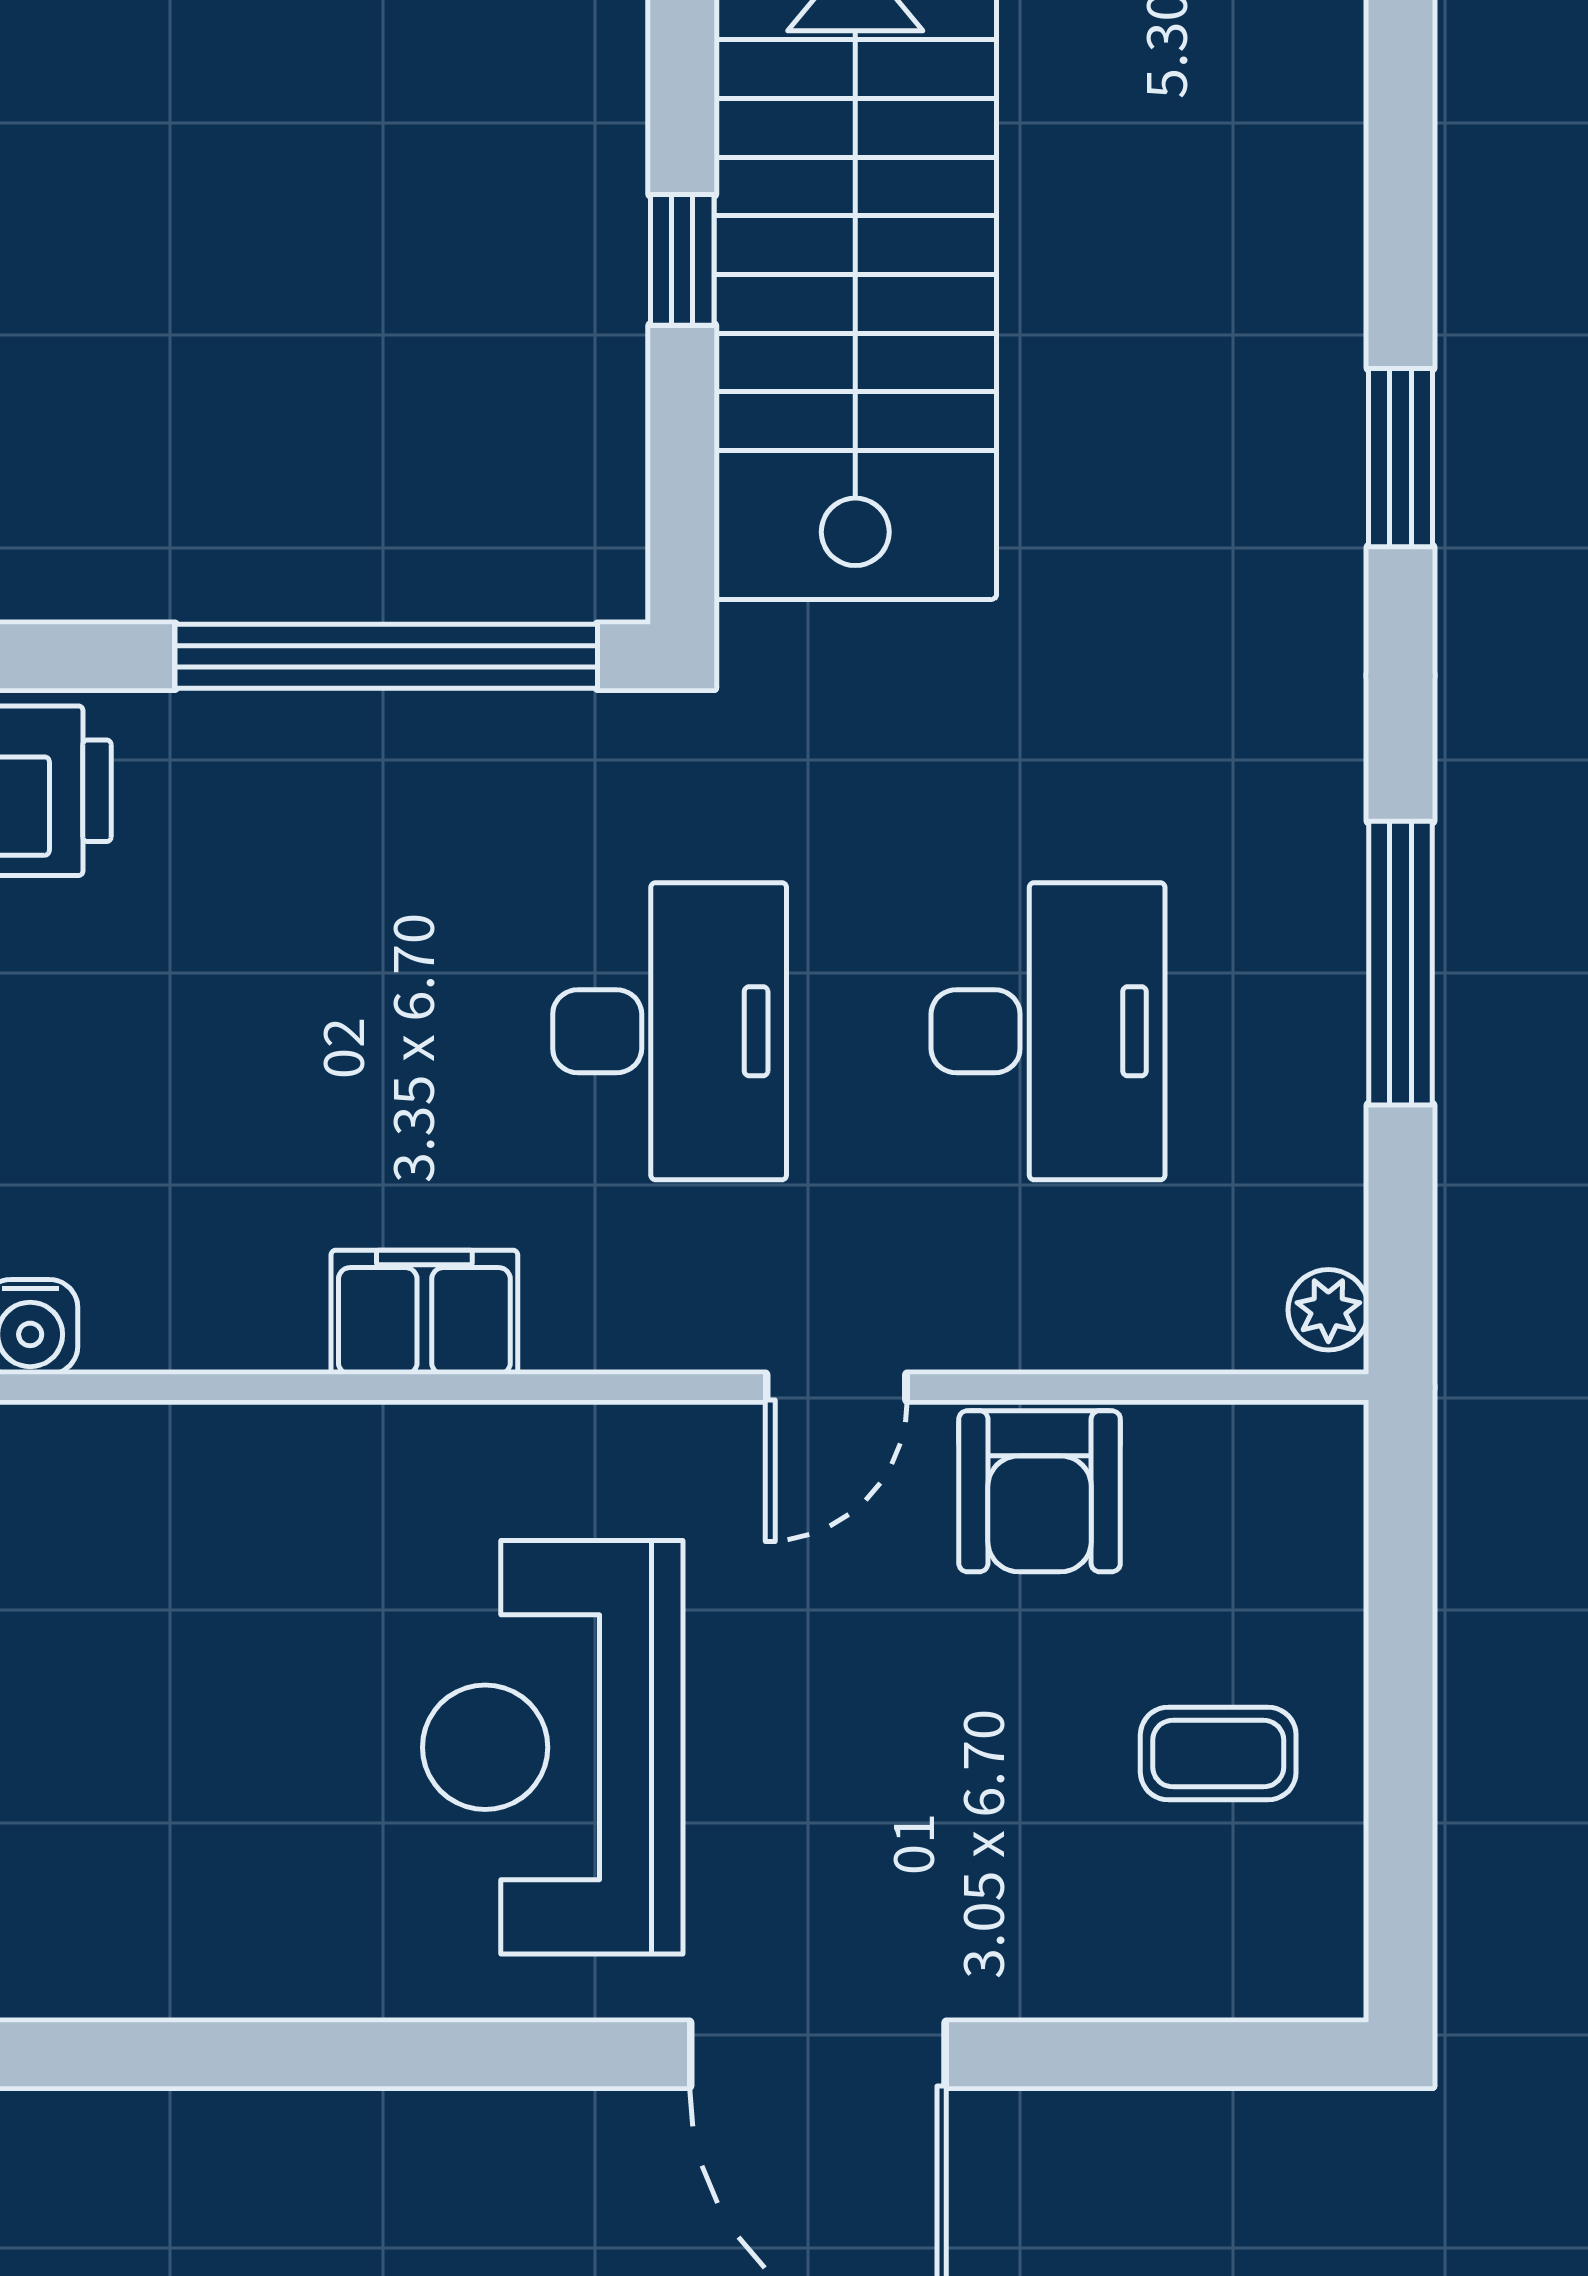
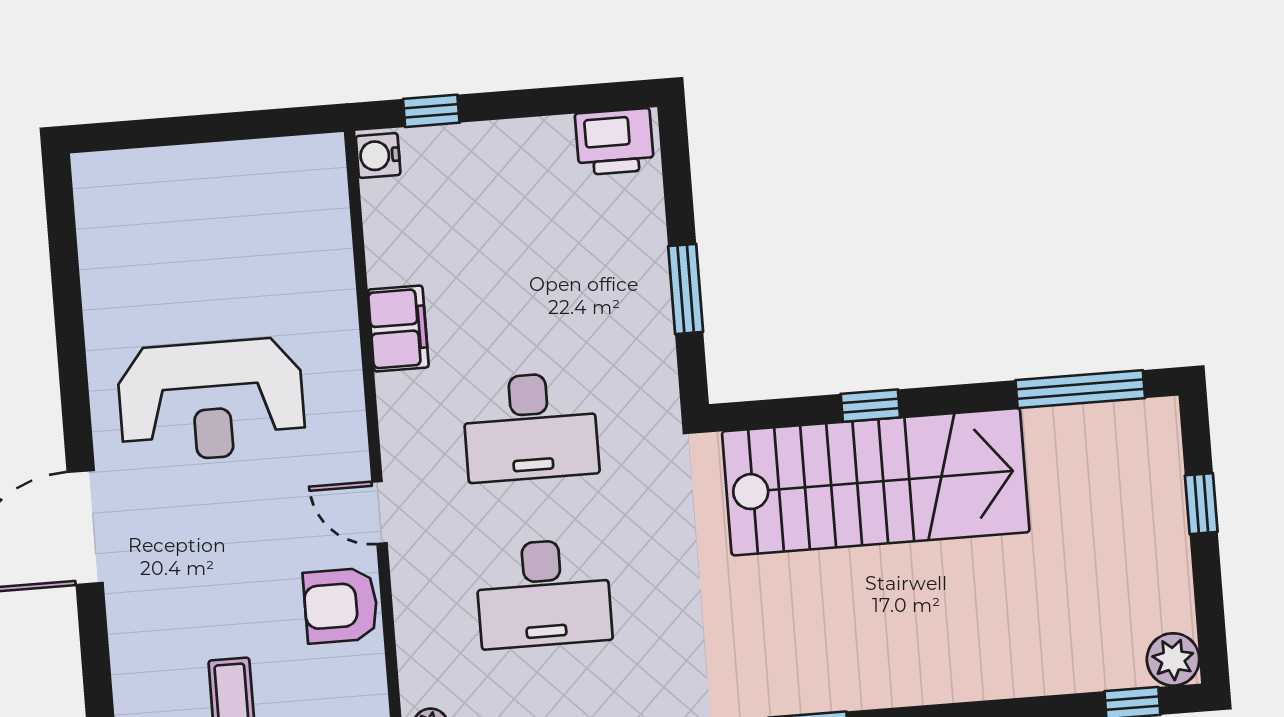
window: (386, 656) -> (686, 289), width x0.47
reception desk: (553, 1747) -> (211, 400), turned 180

